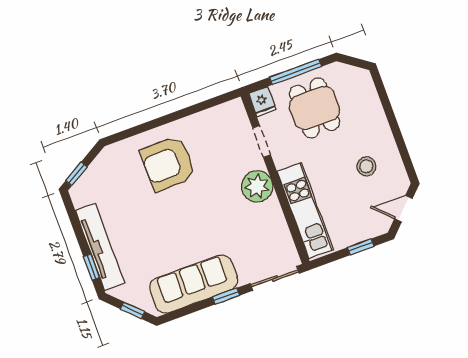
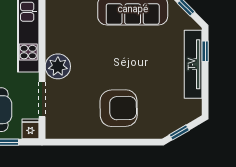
doorway: (262, 141) -> (42, 99), width x1.38
window: (76, 174) -> (179, 132), moved

